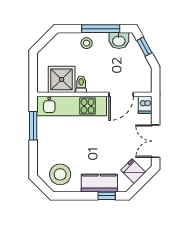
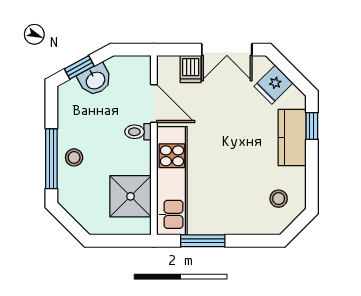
window: (101, 29) -> (51, 159), moved
washbasin: (119, 41) -> (95, 80), moved, turned 61
toilet: (81, 84) -> (138, 132), moved
dishwasher: (145, 105) -> (191, 69), moved, turned 90
stool: (60, 174) -> (279, 199), width x0.53, depth x0.53

